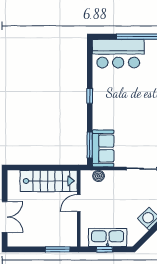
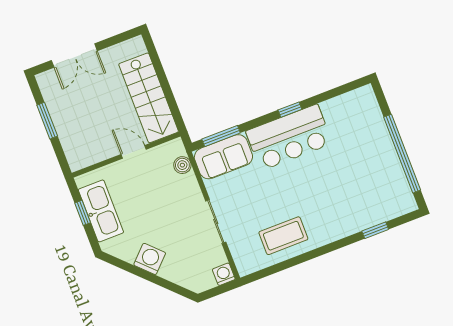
bar counter: (118, 54) -> (289, 137), moved, turned -90
window: (58, 249) -> (47, 121), moved

